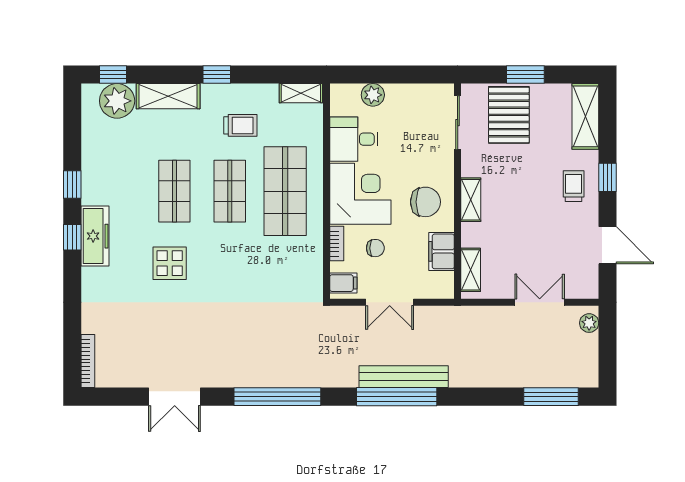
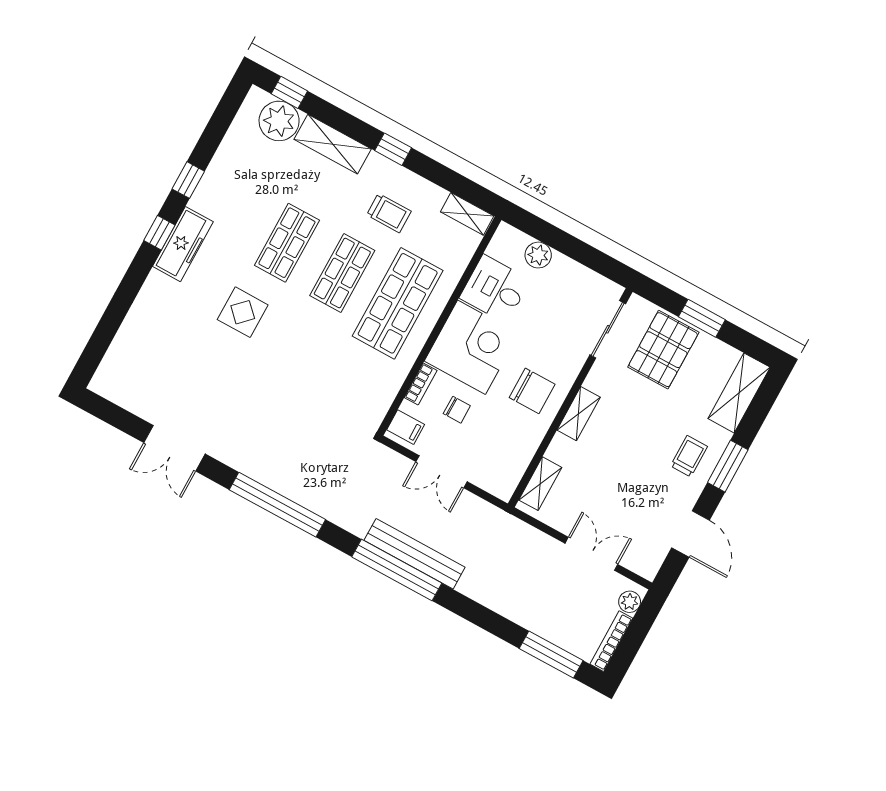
window: (607, 177) -> (728, 466), width x1.50
filing cabinet: (442, 251) -> (521, 449), removed
bookcase: (88, 361) -> (611, 641), moved, turned 180

